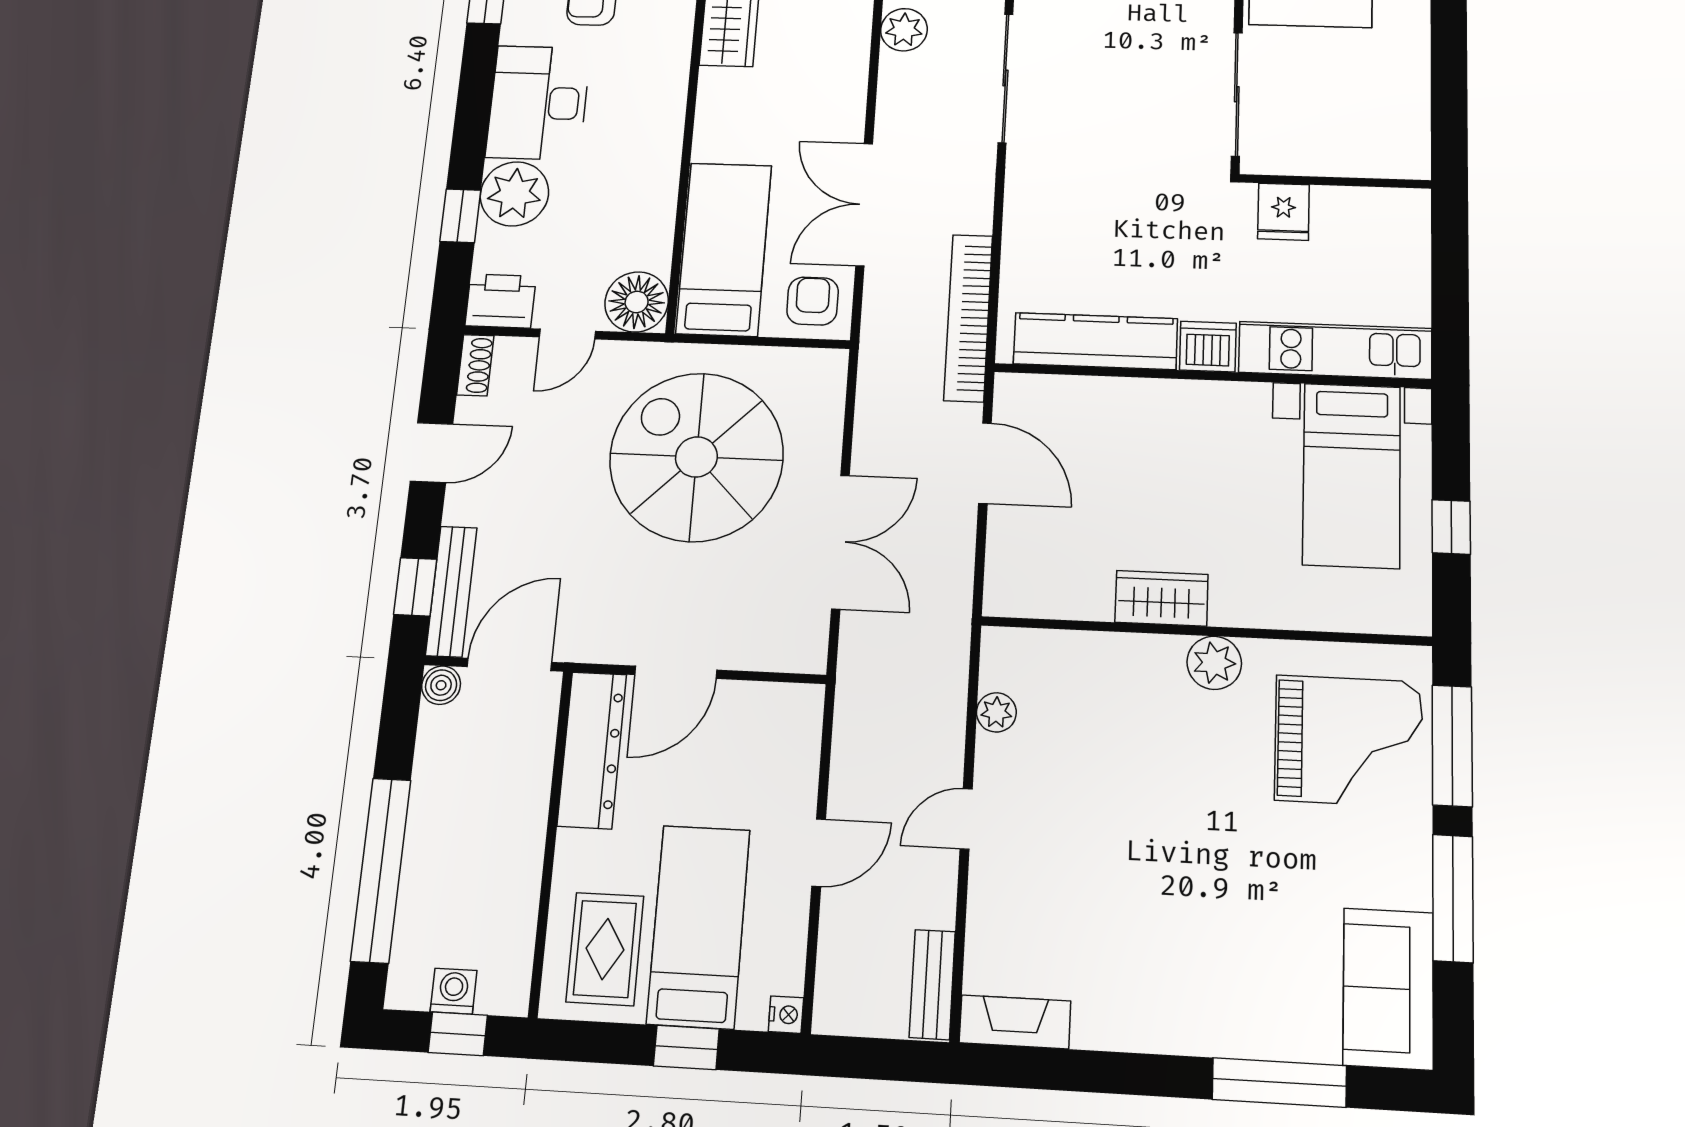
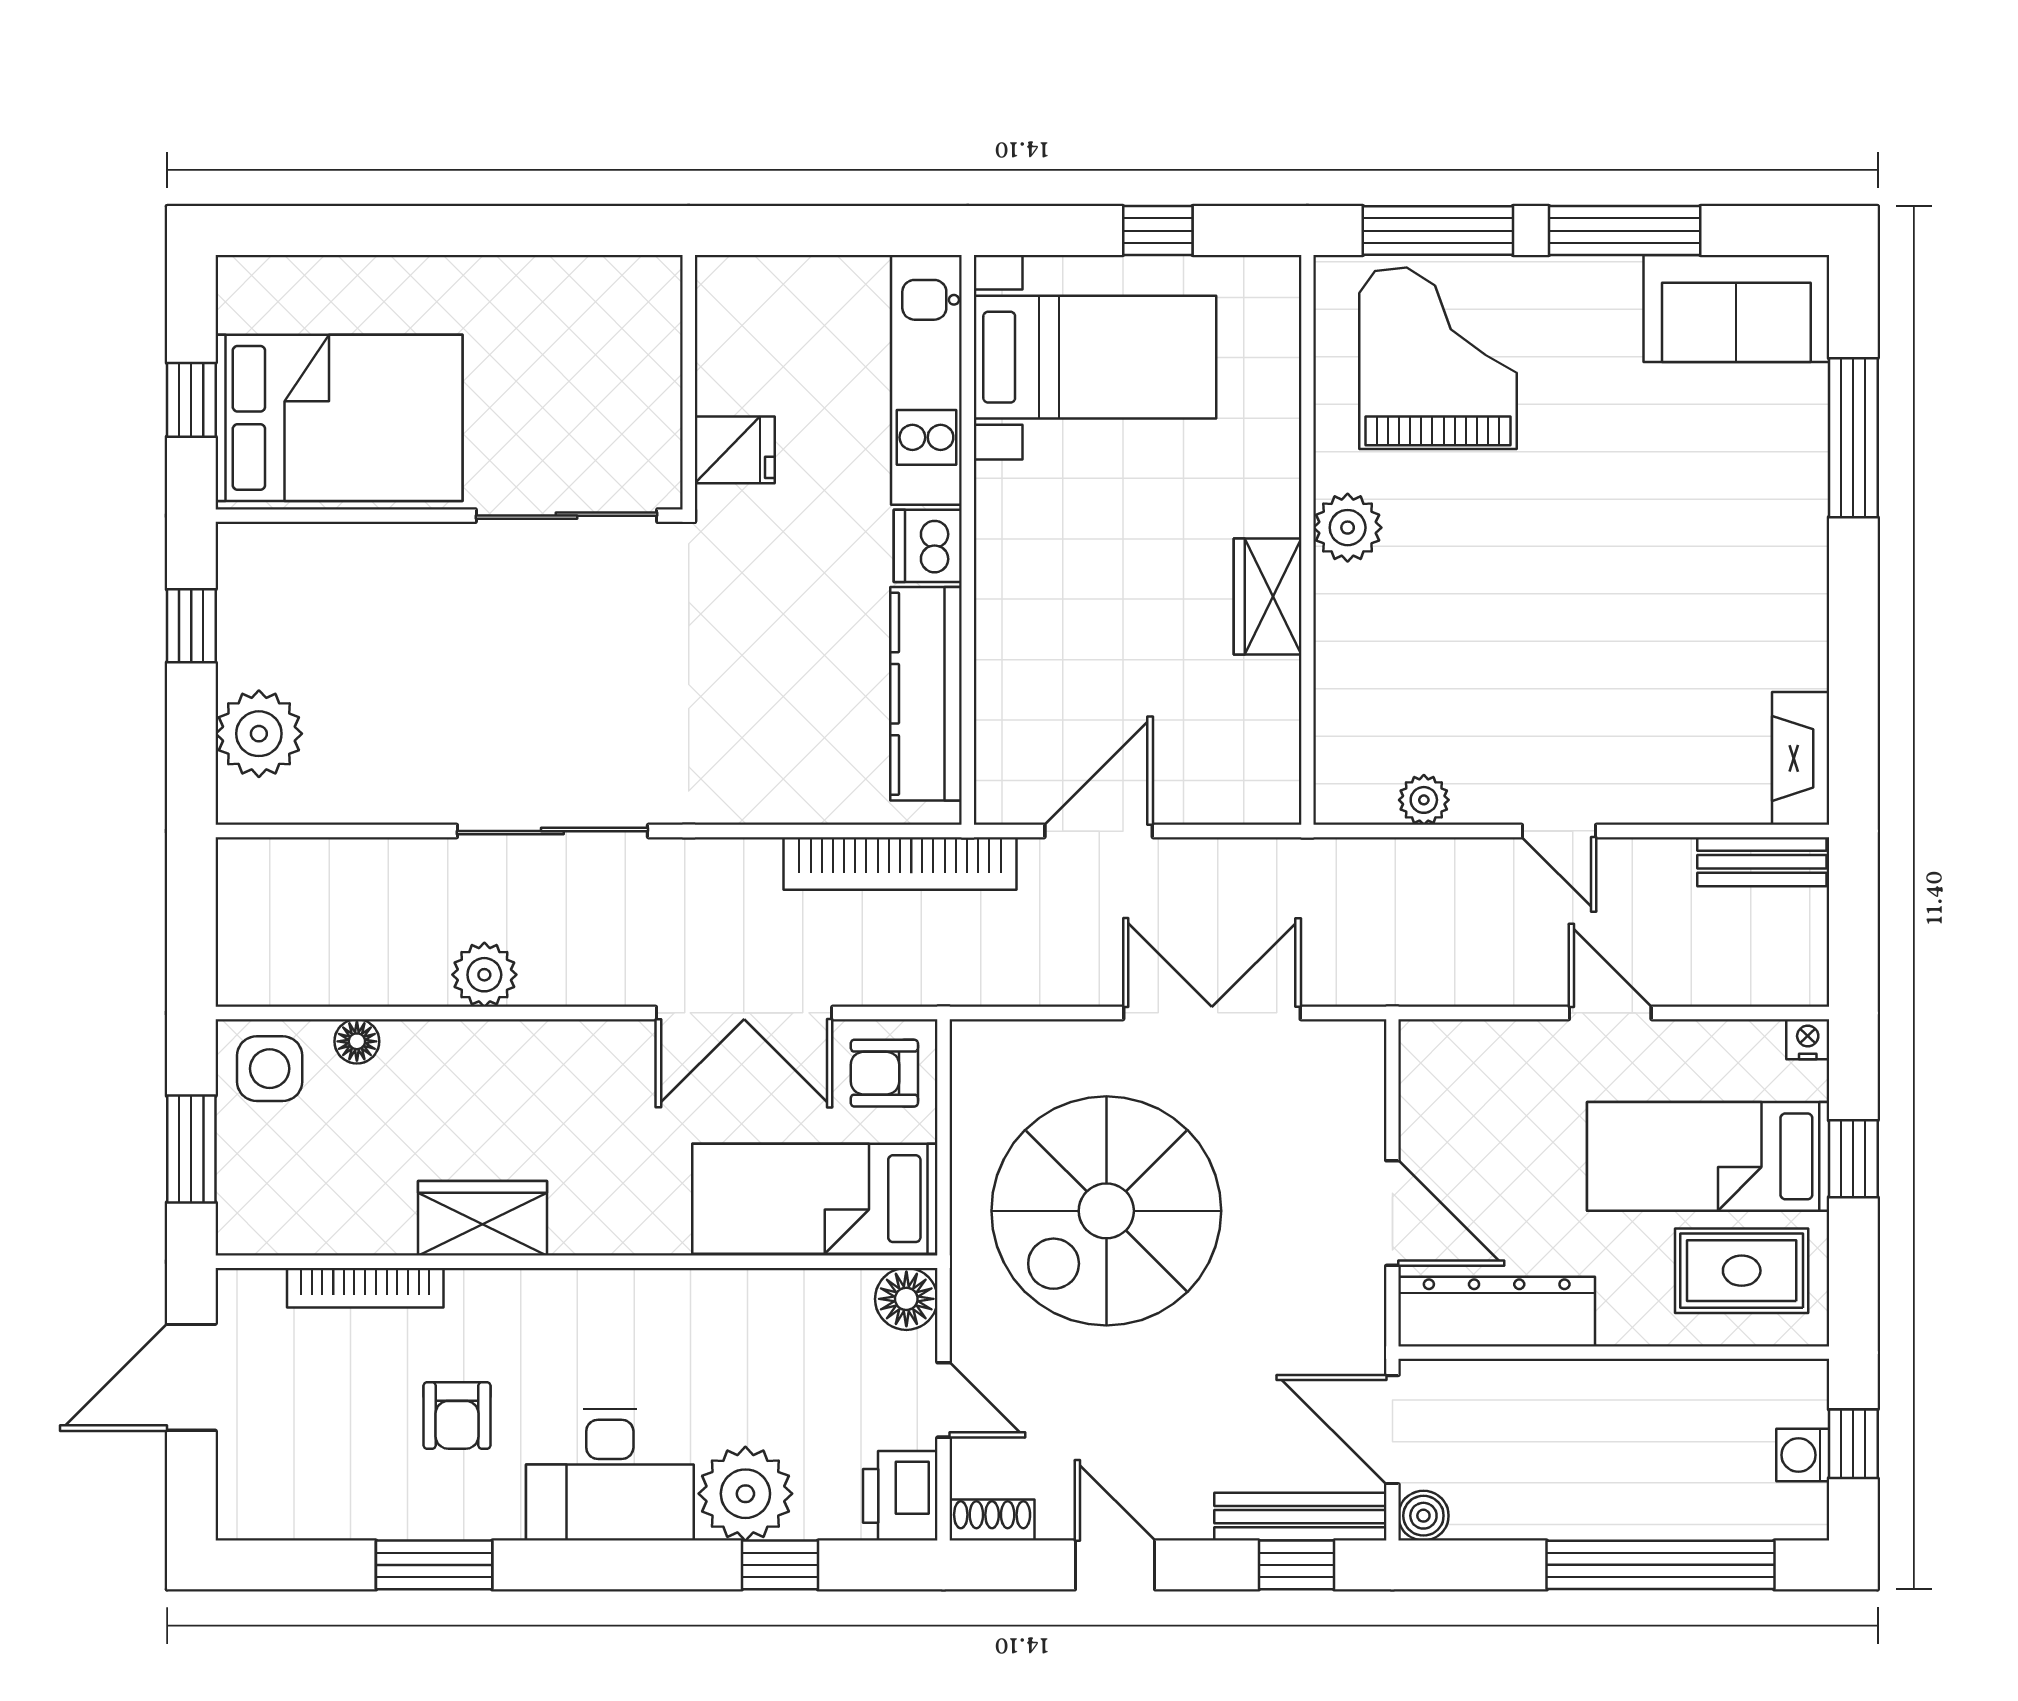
floor lamp: (637, 302) -> (906, 1299), width x0.73, depth x0.73

